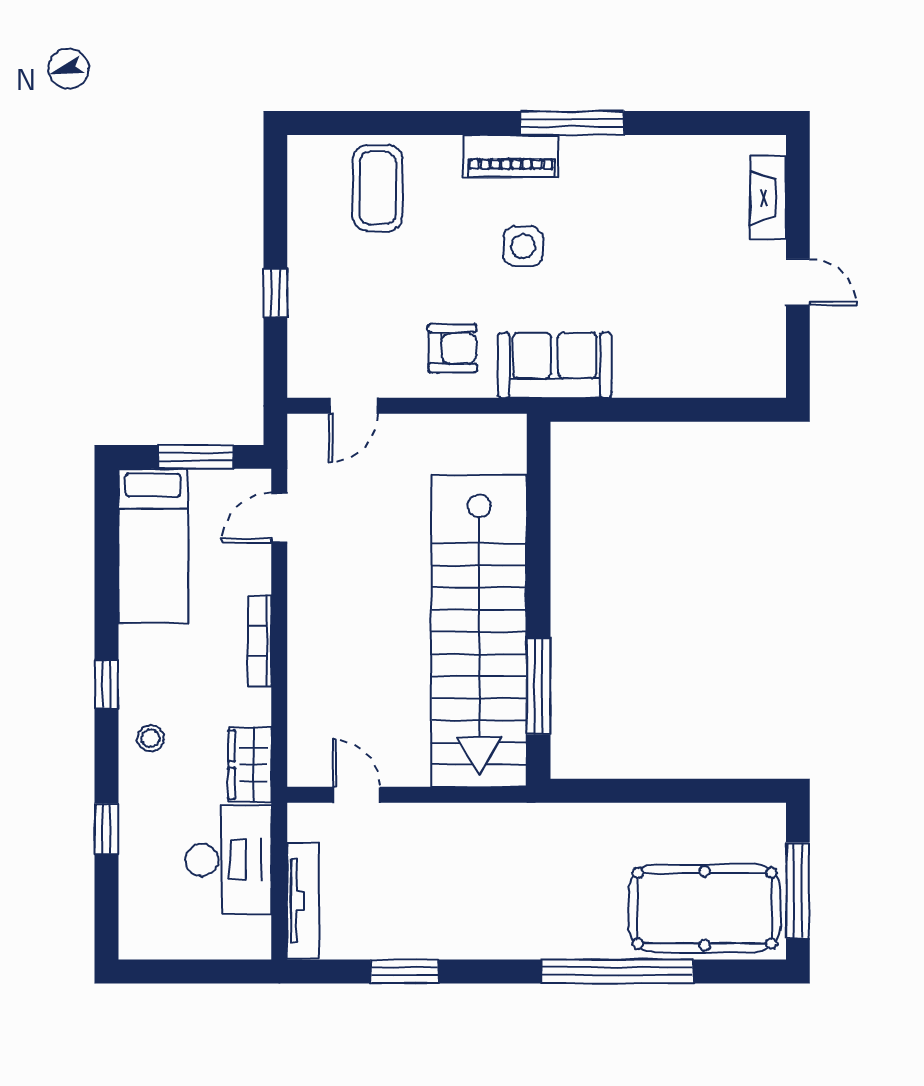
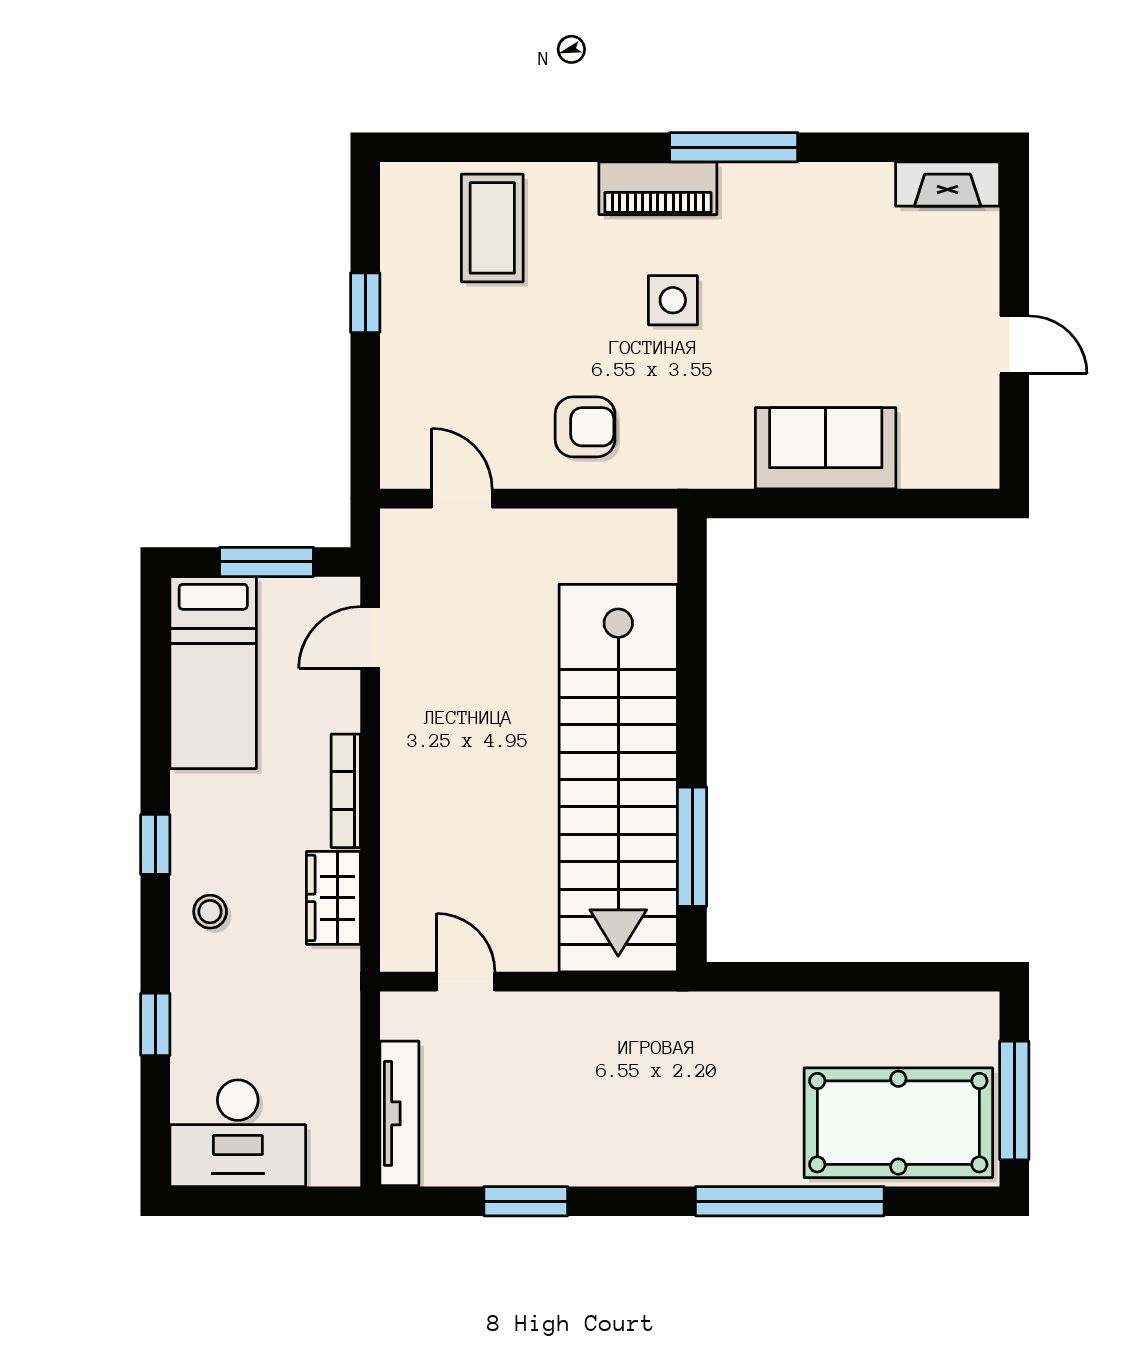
fireplace: (768, 198) -> (948, 184), moved, turned -90
window: (275, 293) -> (365, 303), moved
sofa: (555, 365) -> (826, 448), moved
door: (353, 406) -> (462, 499), swing flipped
wardrobe: (250, 765) -> (333, 898), moved
desk: (229, 860) -> (238, 1133), moved, turned 90

